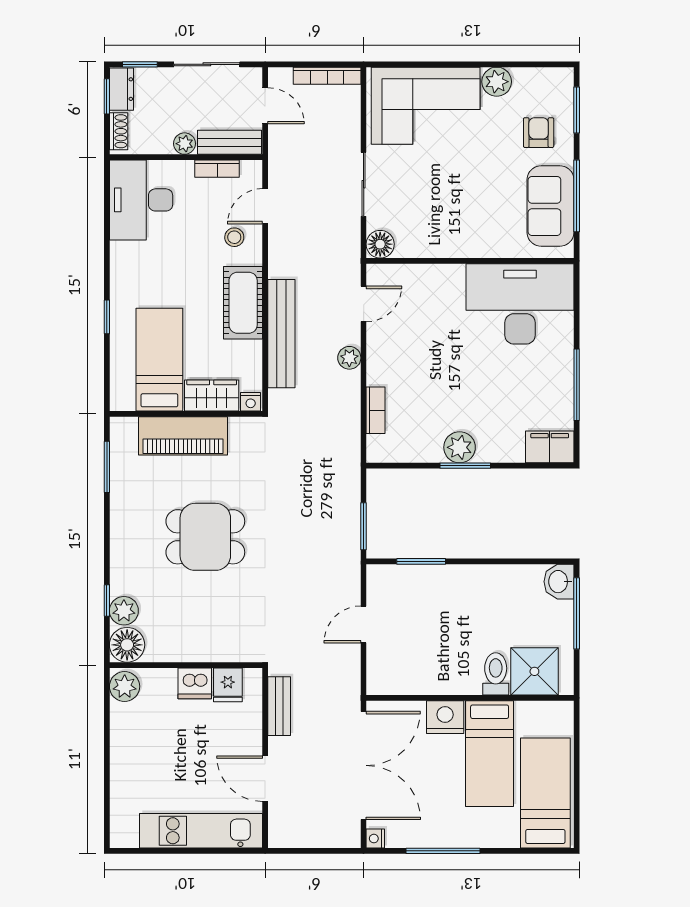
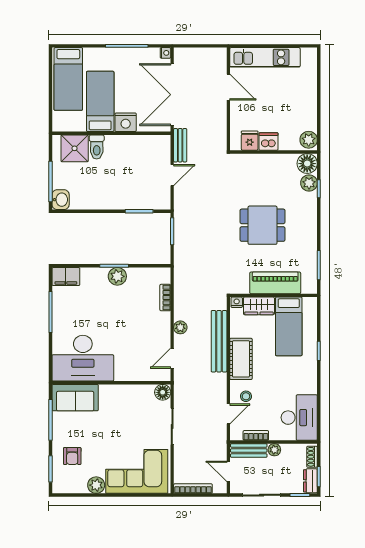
sofa: (550, 206) -> (75, 398), moved, turned 90
bench: (279, 706) -> (180, 145), moved

